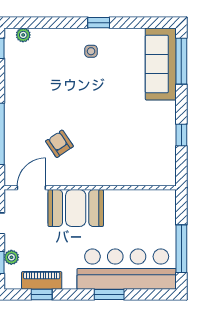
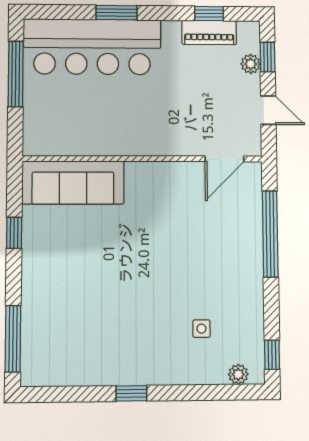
side table: (91, 51) -> (201, 329), moved
sofa: (161, 64) -> (73, 182), moved, turned 90
armchair: (59, 144) -> (186, 220), removed
booth: (76, 208) -> (163, 131), removed

